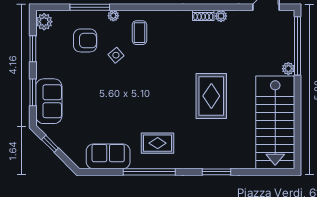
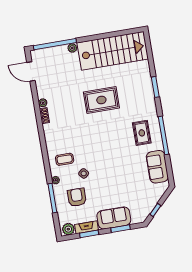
fireplace: (42, 47) -> (86, 227), added
sofa: (49, 101) -> (114, 218), moved

